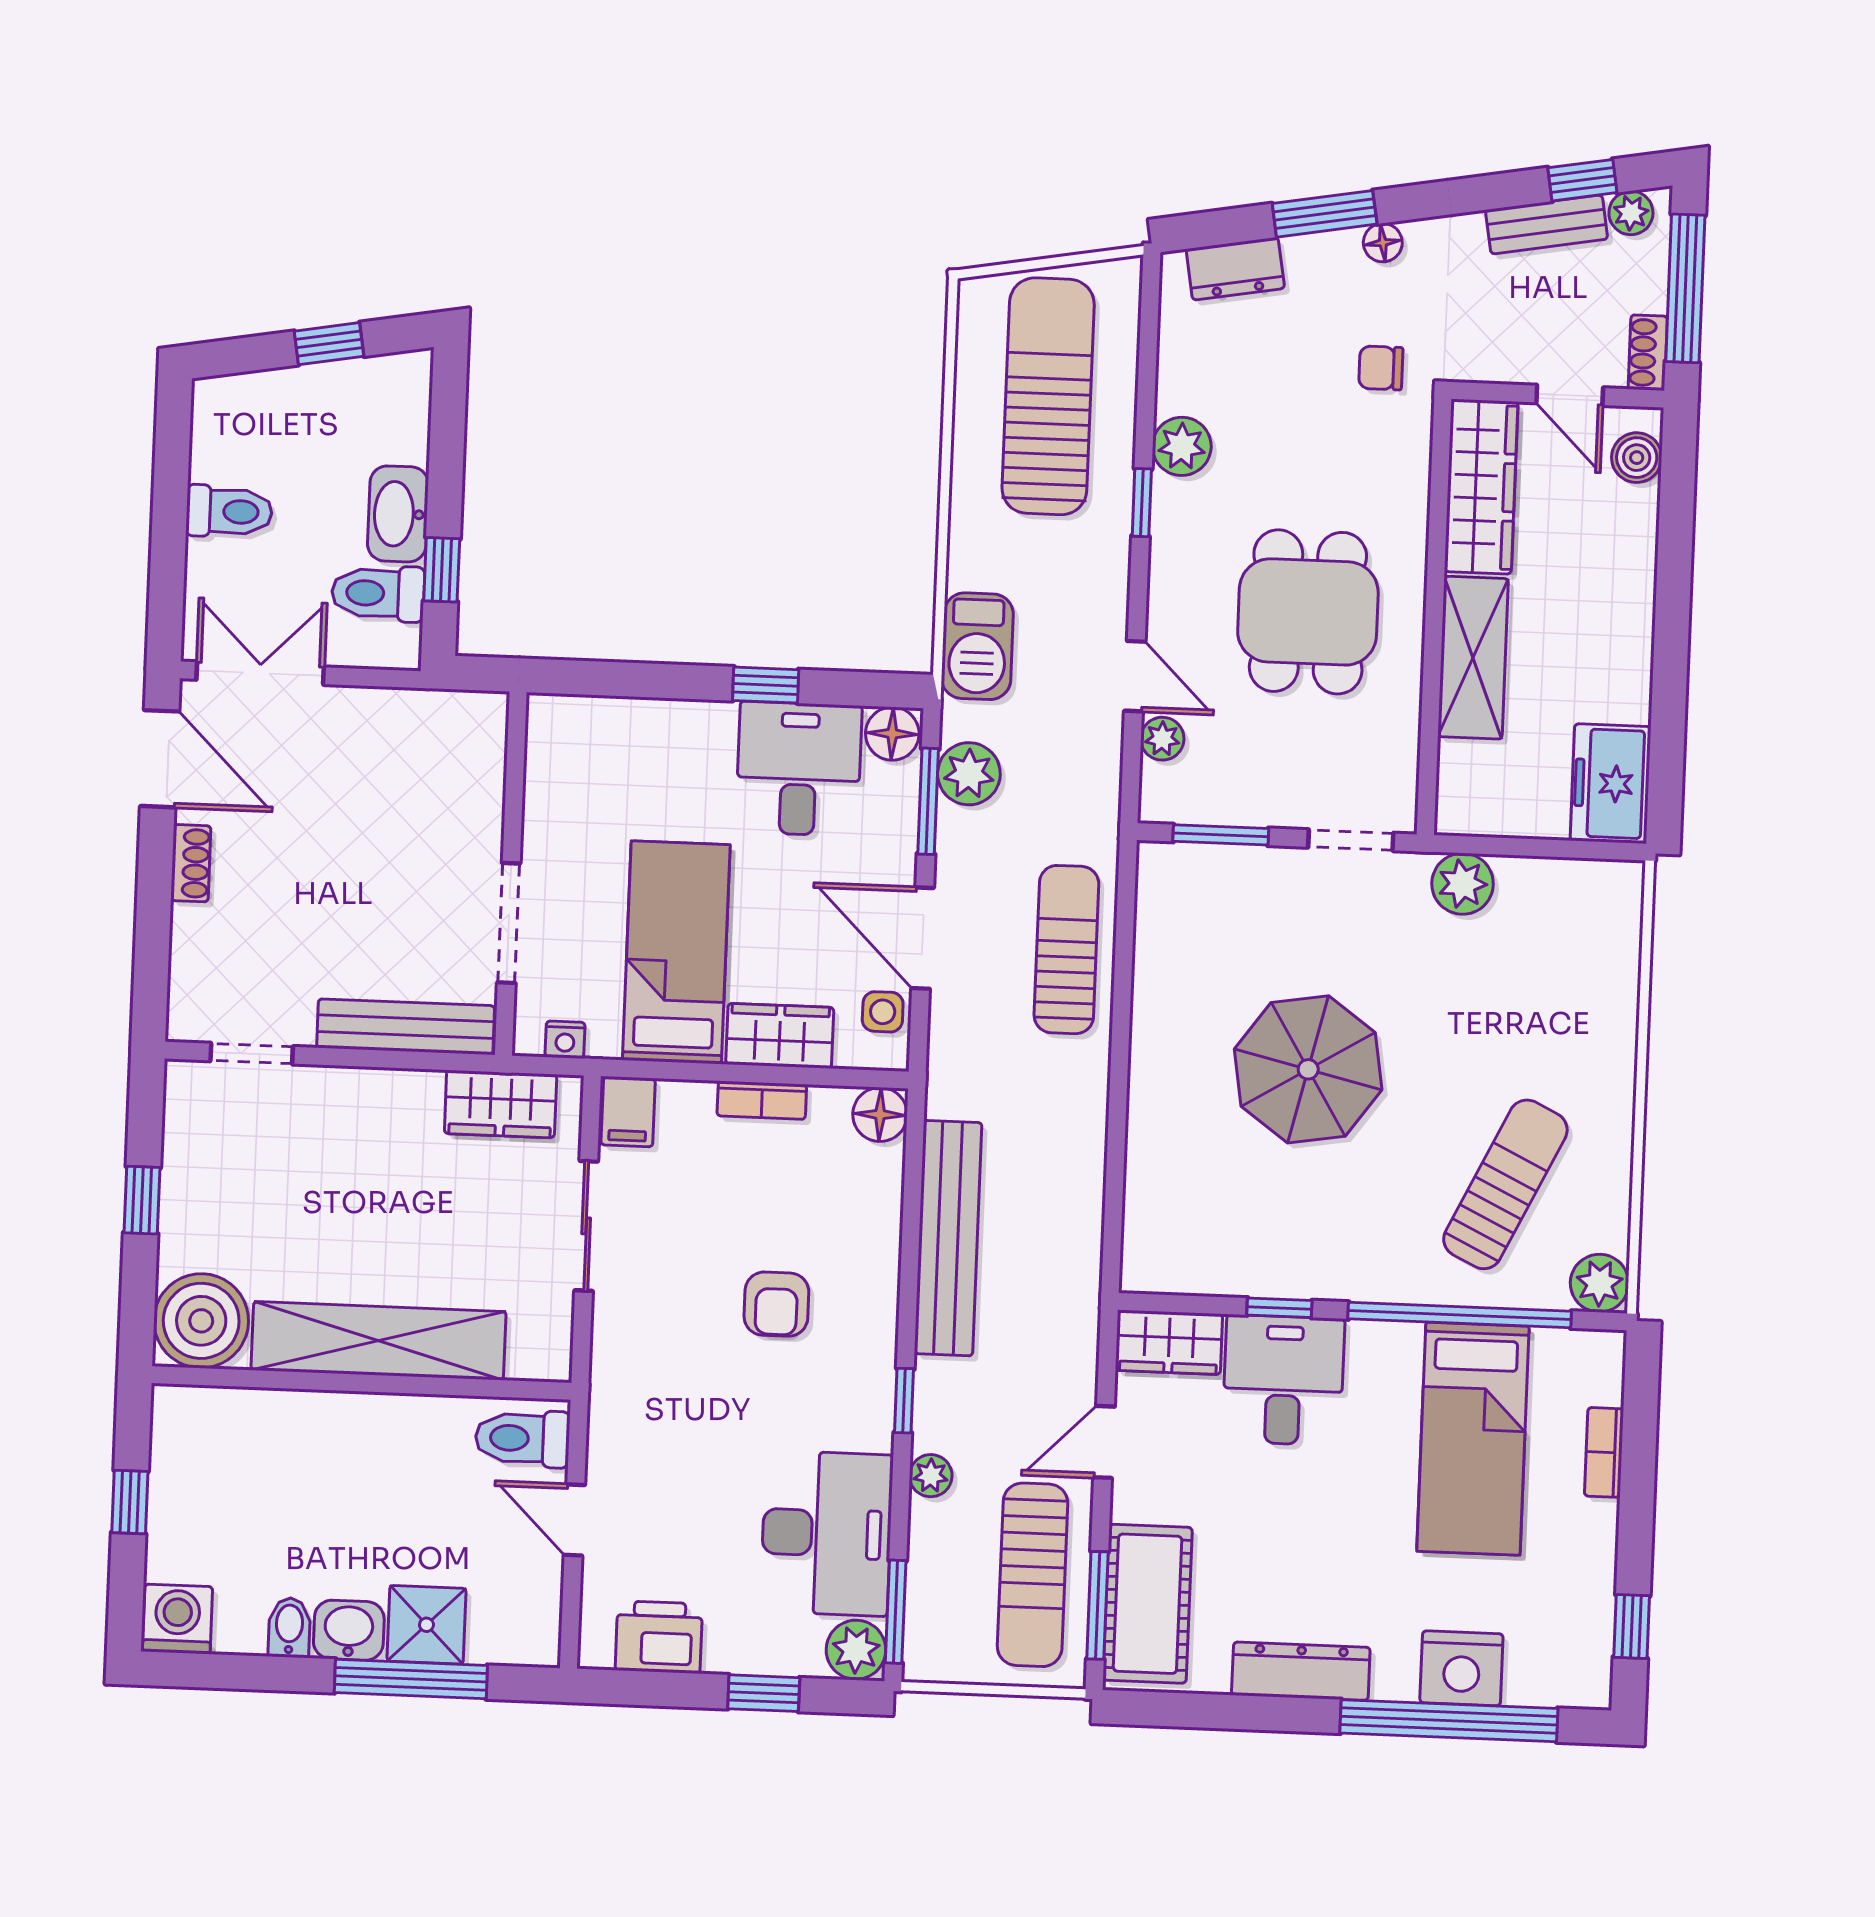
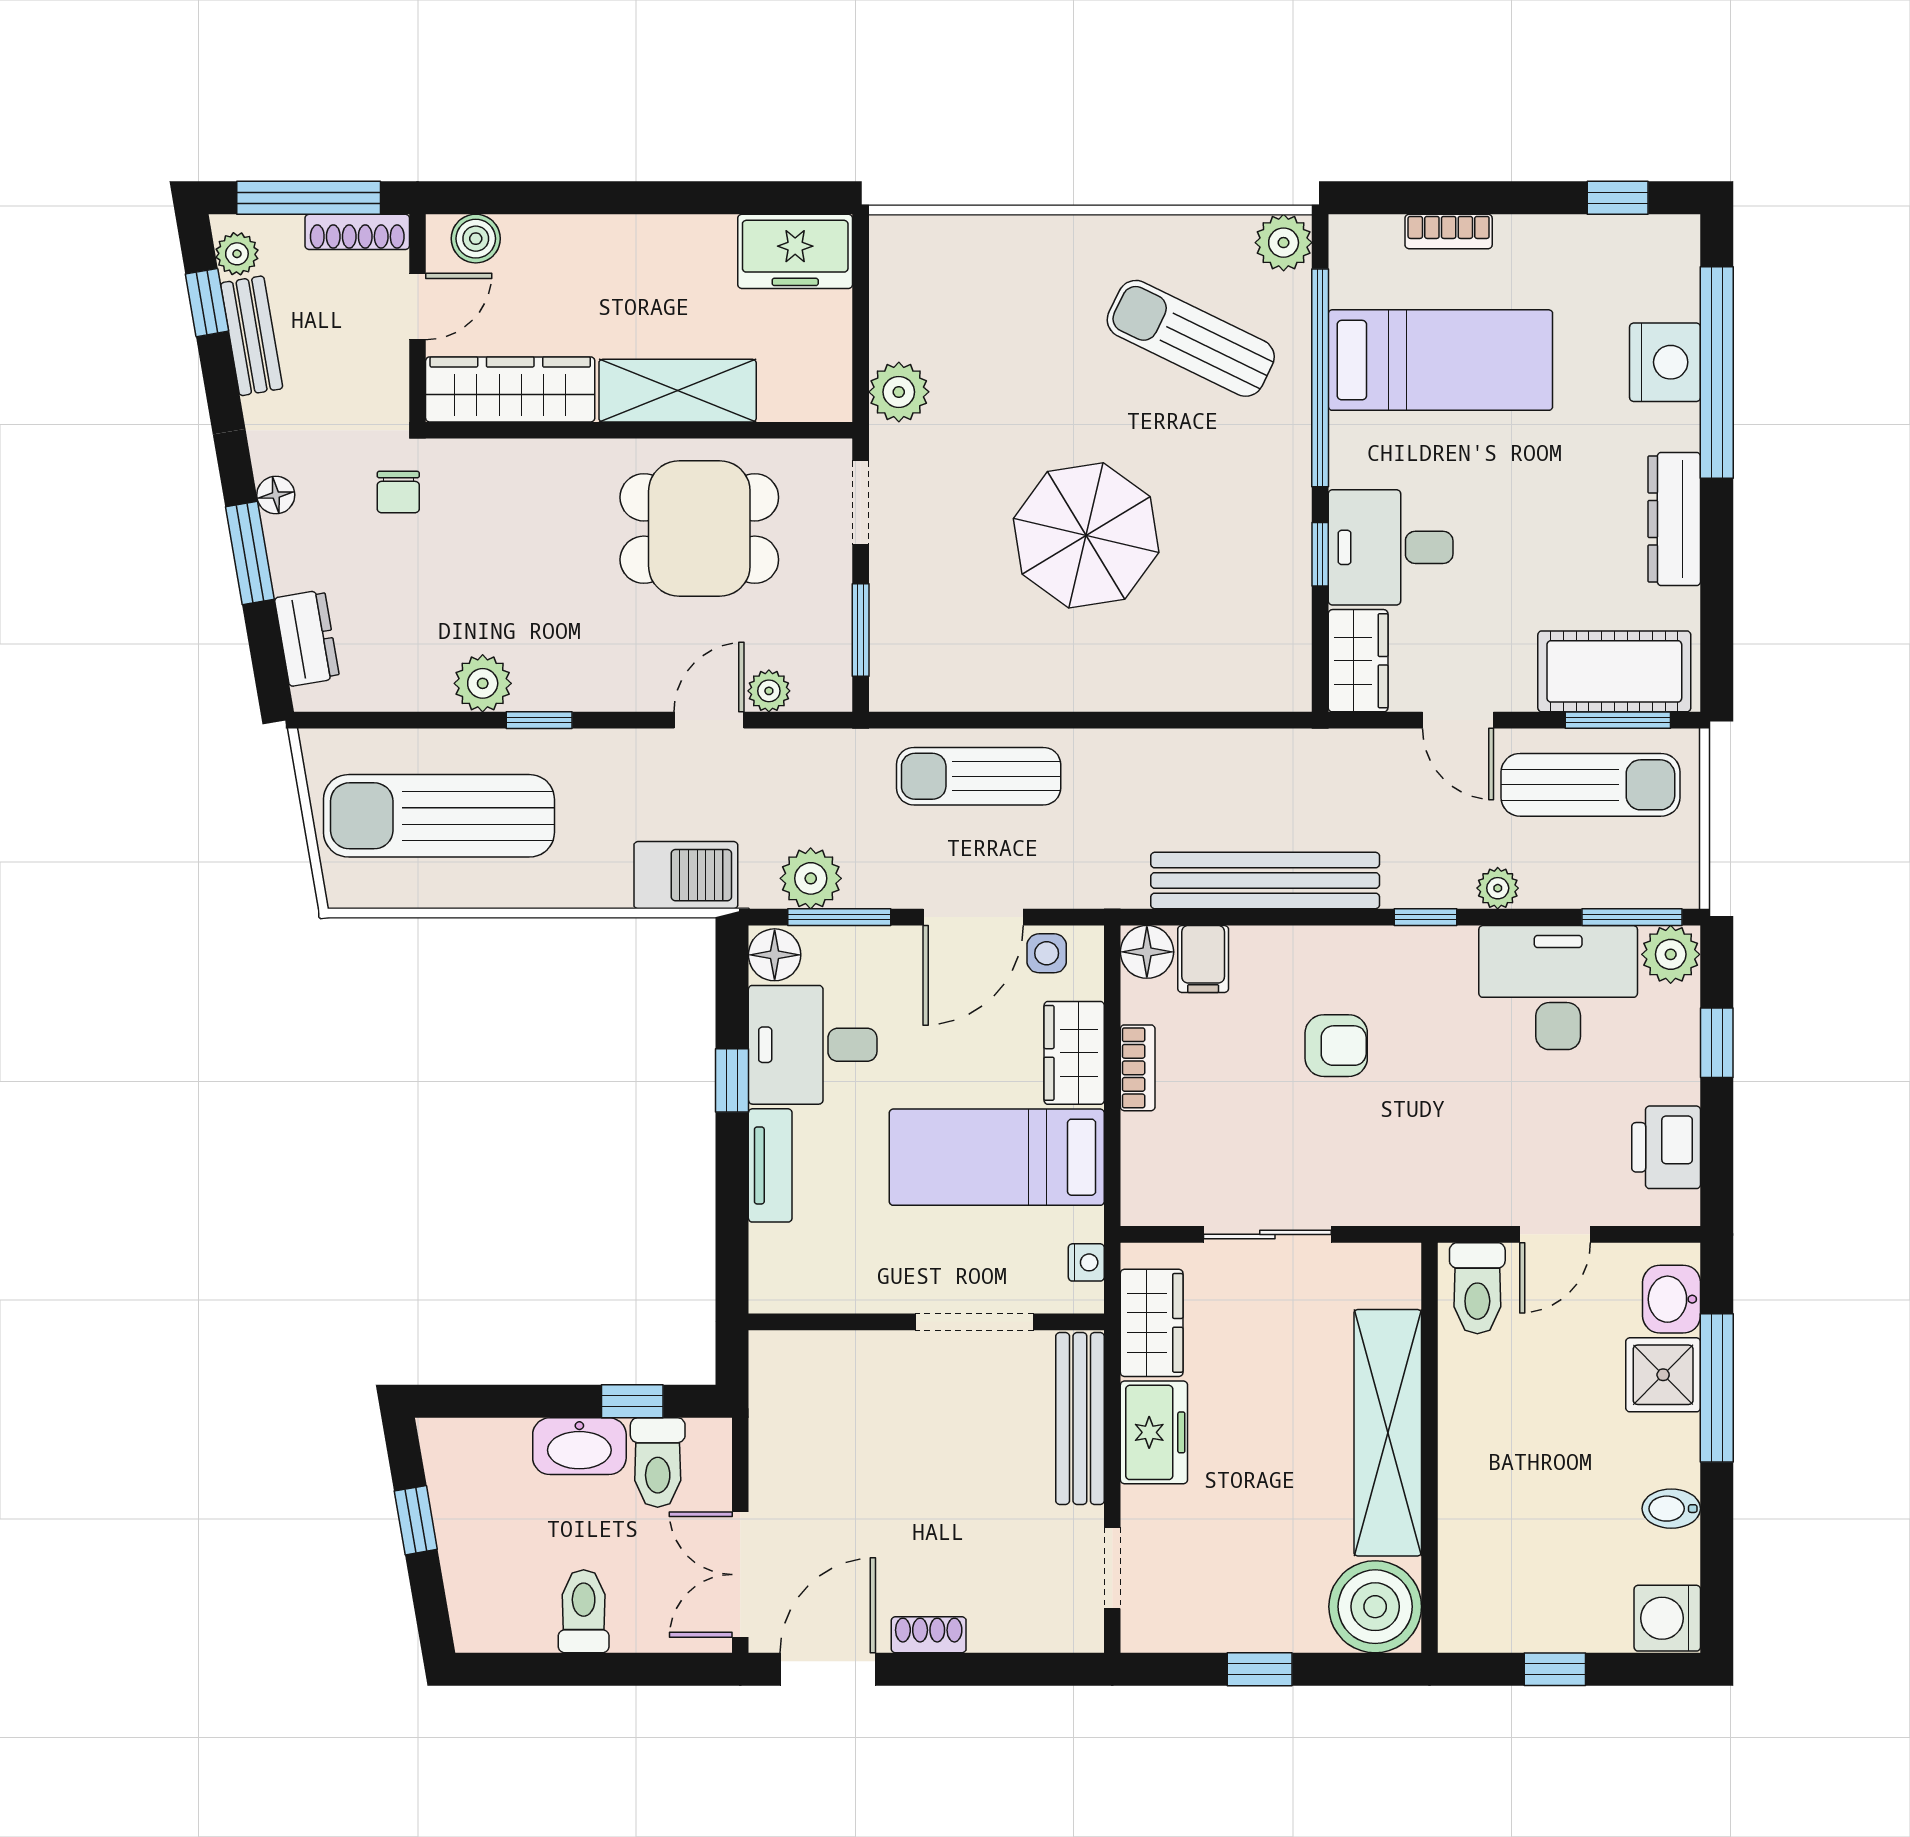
shoe rack: (1648, 353) -> (357, 232), width x1.43
dining table: (1308, 612) -> (699, 529), moved
tv unit: (677, 720) -> (770, 1165), added
freezer: (388, 1102) -> (1154, 1432), added
filing cabinet: (628, 1112) -> (1203, 959), moved, turned 90
washbasin: (349, 1630) -> (1672, 1299), moved

